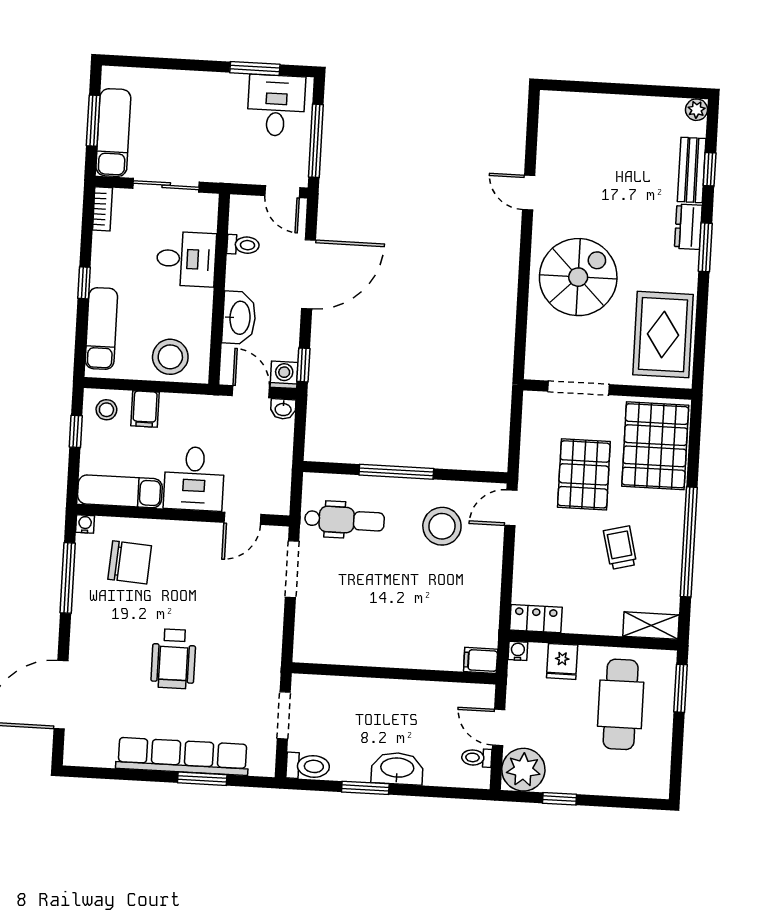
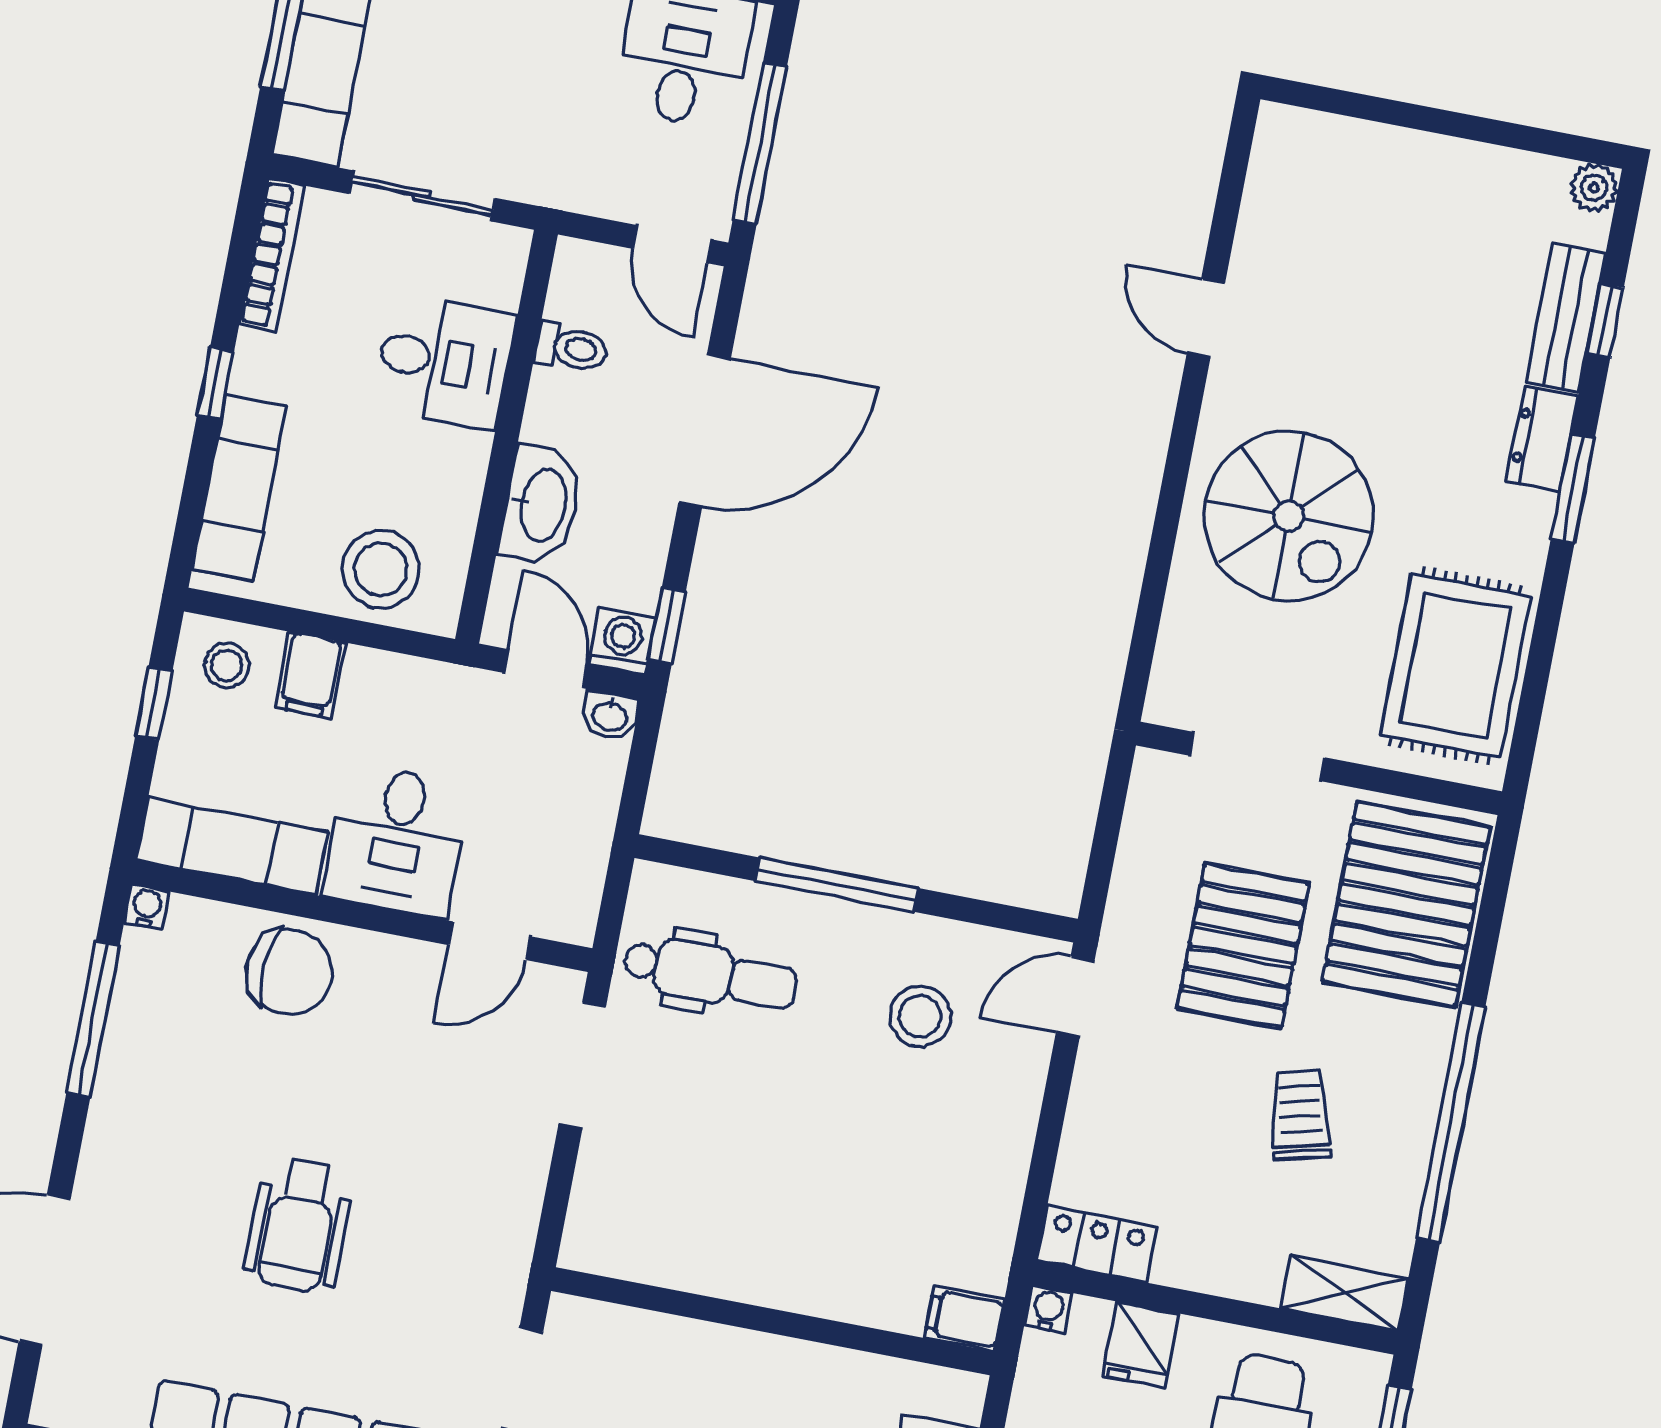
bookcase: (102, 209) -> (272, 255), width x1.56
spiral stairs: (578, 277) -> (1289, 516), turned 90
stool: (442, 526) -> (920, 1016), width x0.73, depth x0.73
chair: (130, 562) -> (289, 972), moved

